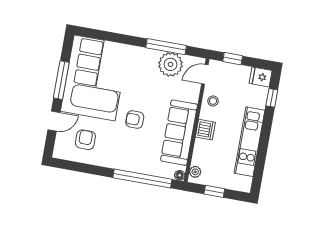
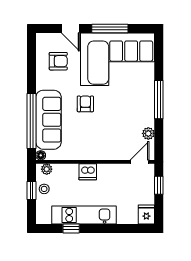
window: (166, 47) -> (159, 100), moved
plant: (171, 64) -> (148, 133), width x0.53, depth x0.53
door: (205, 74) -> (139, 162), hinge flipped
window: (272, 98) -> (71, 228), moved
stool: (213, 101) -> (44, 189), moved
sofa: (179, 133) -> (48, 120), moved, turned 90

